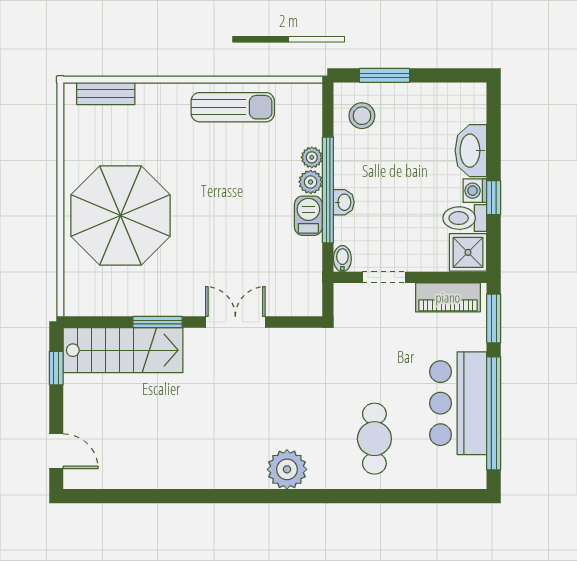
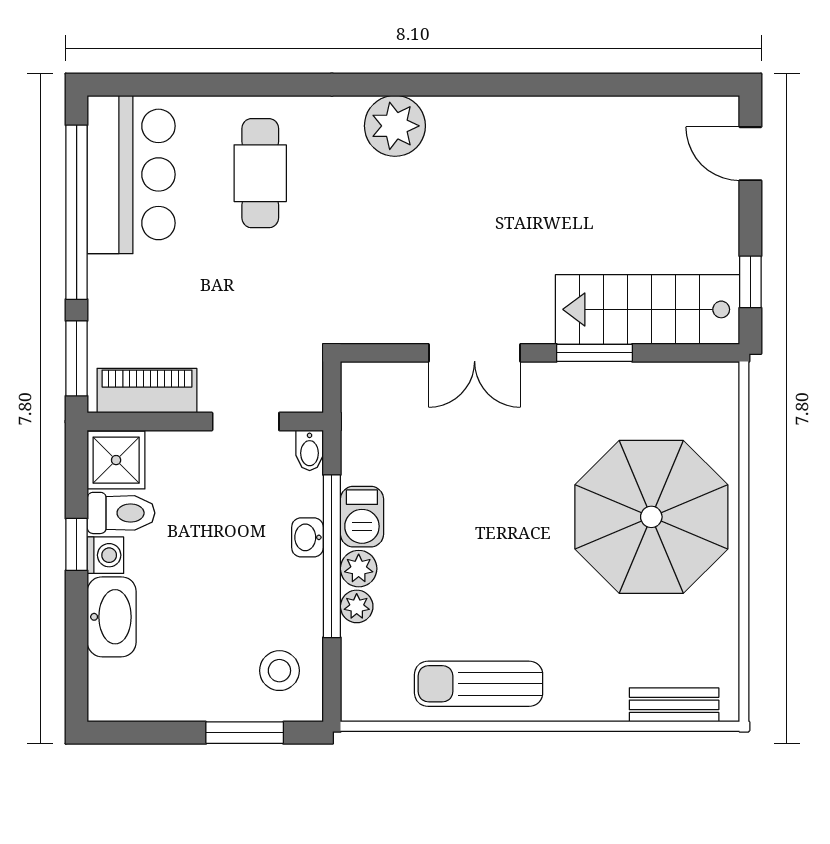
bar counter: (458, 403) -> (131, 174), moved

